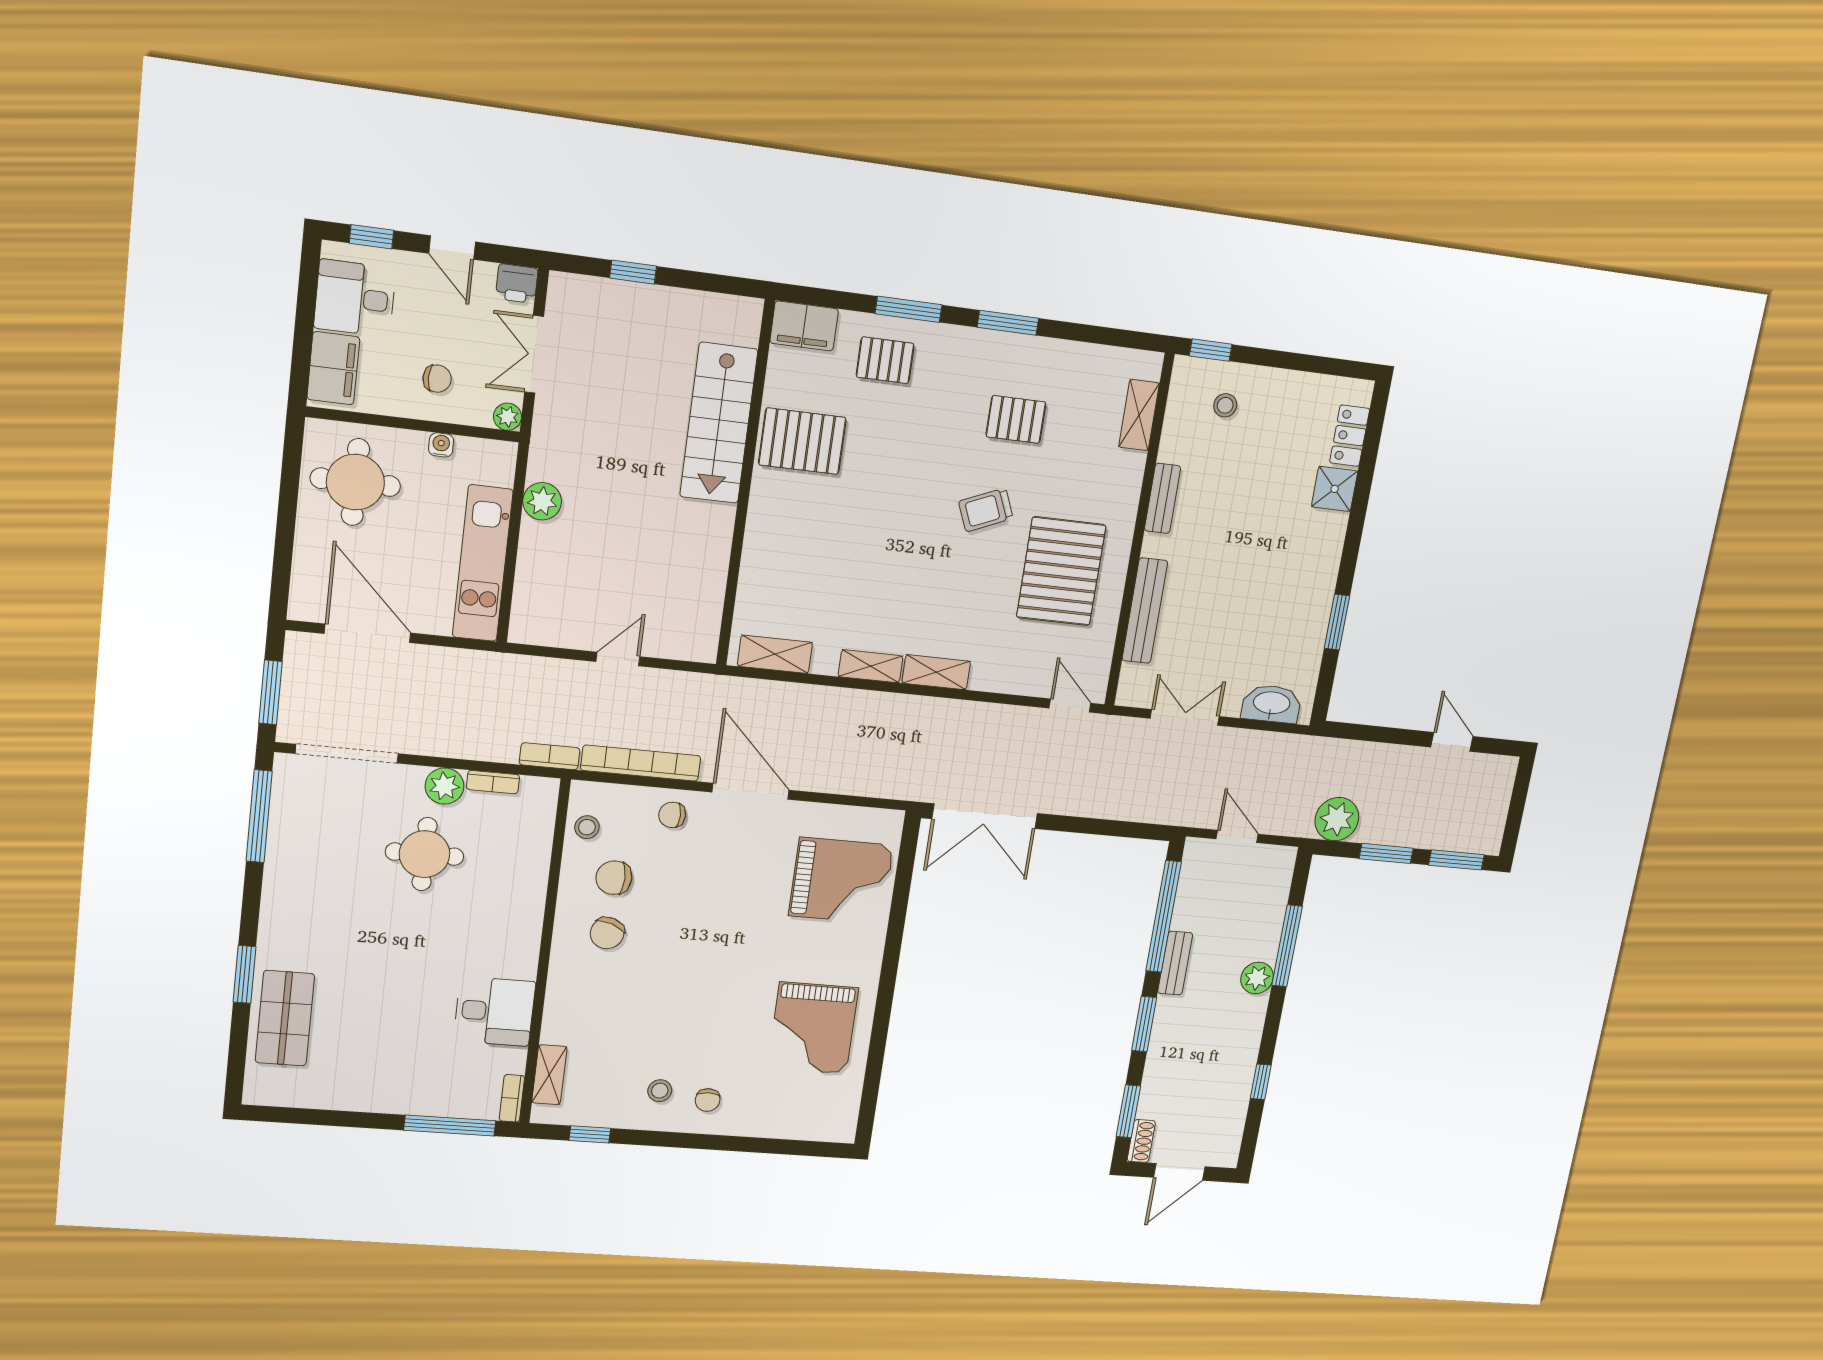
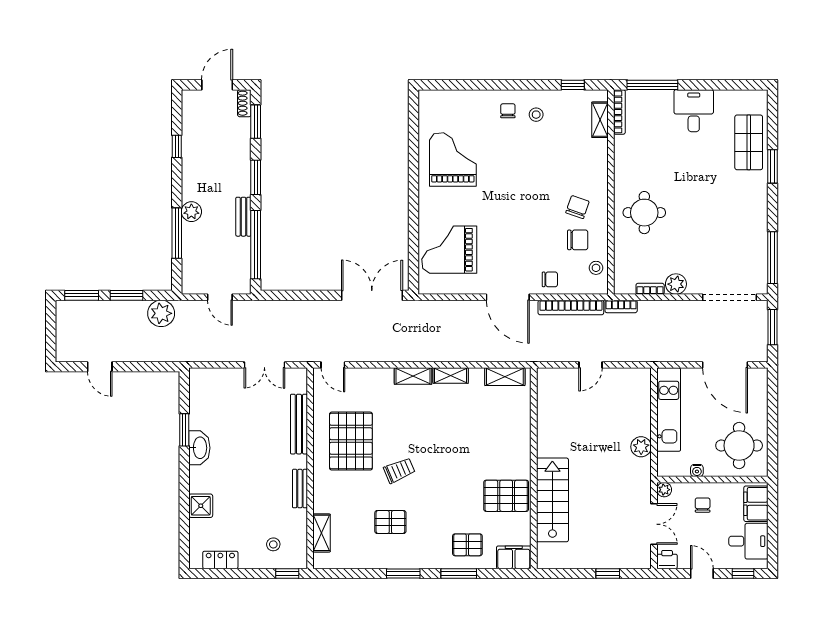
chair: (437, 379) -> (703, 505), turned 90
locker: (1350, 436) -> (220, 560), moved, turned -90
washbasin: (1272, 704) -> (199, 448), moved, turned -90
round table: (425, 854) -> (644, 213), moved
desk: (494, 1011) -> (694, 111), moved, turned 90
bookcase: (512, 1098) -> (619, 112), width x1.56

